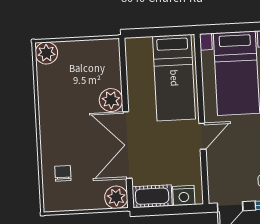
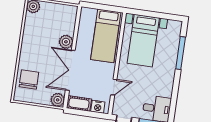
door: (202, 136) -> (114, 87), moved
chair: (63, 173) -> (29, 80), width x1.87, depth x1.87

